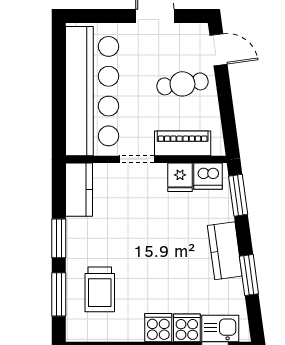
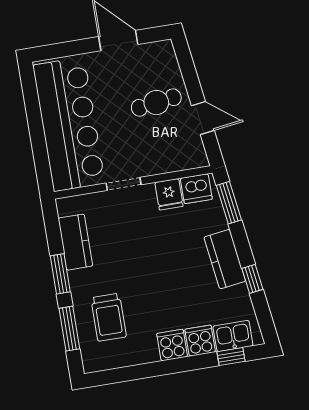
door: (218, 50) -> (203, 118), moved
piano: (183, 143) -> (166, 161), removed
kitchen counter: (79, 190) -> (75, 242), moved
window: (249, 275) -> (252, 279), width x0.67

